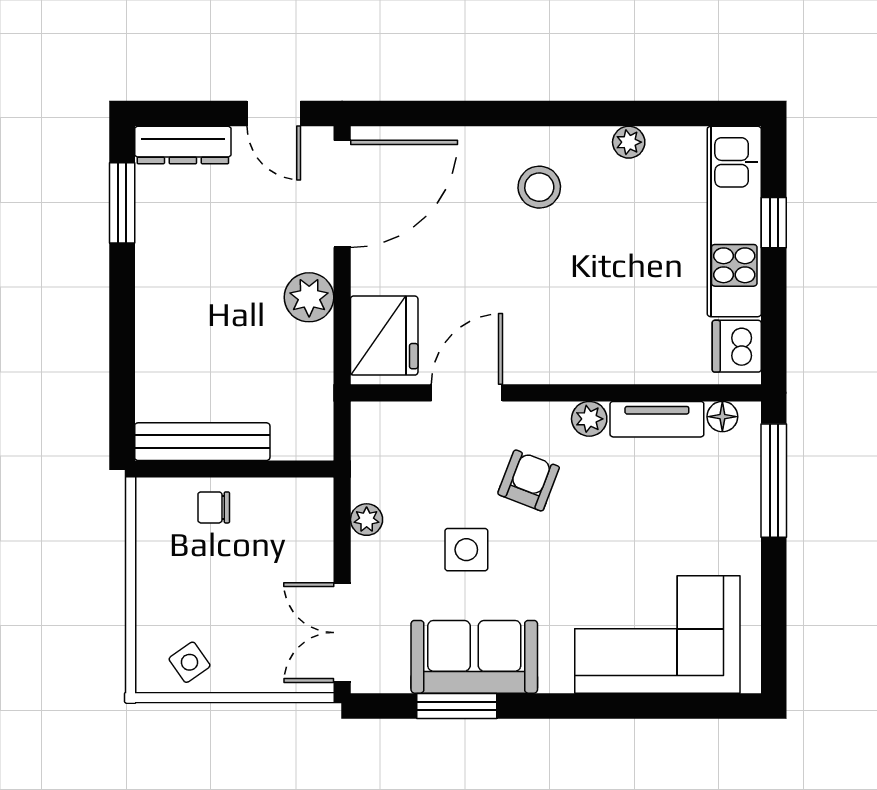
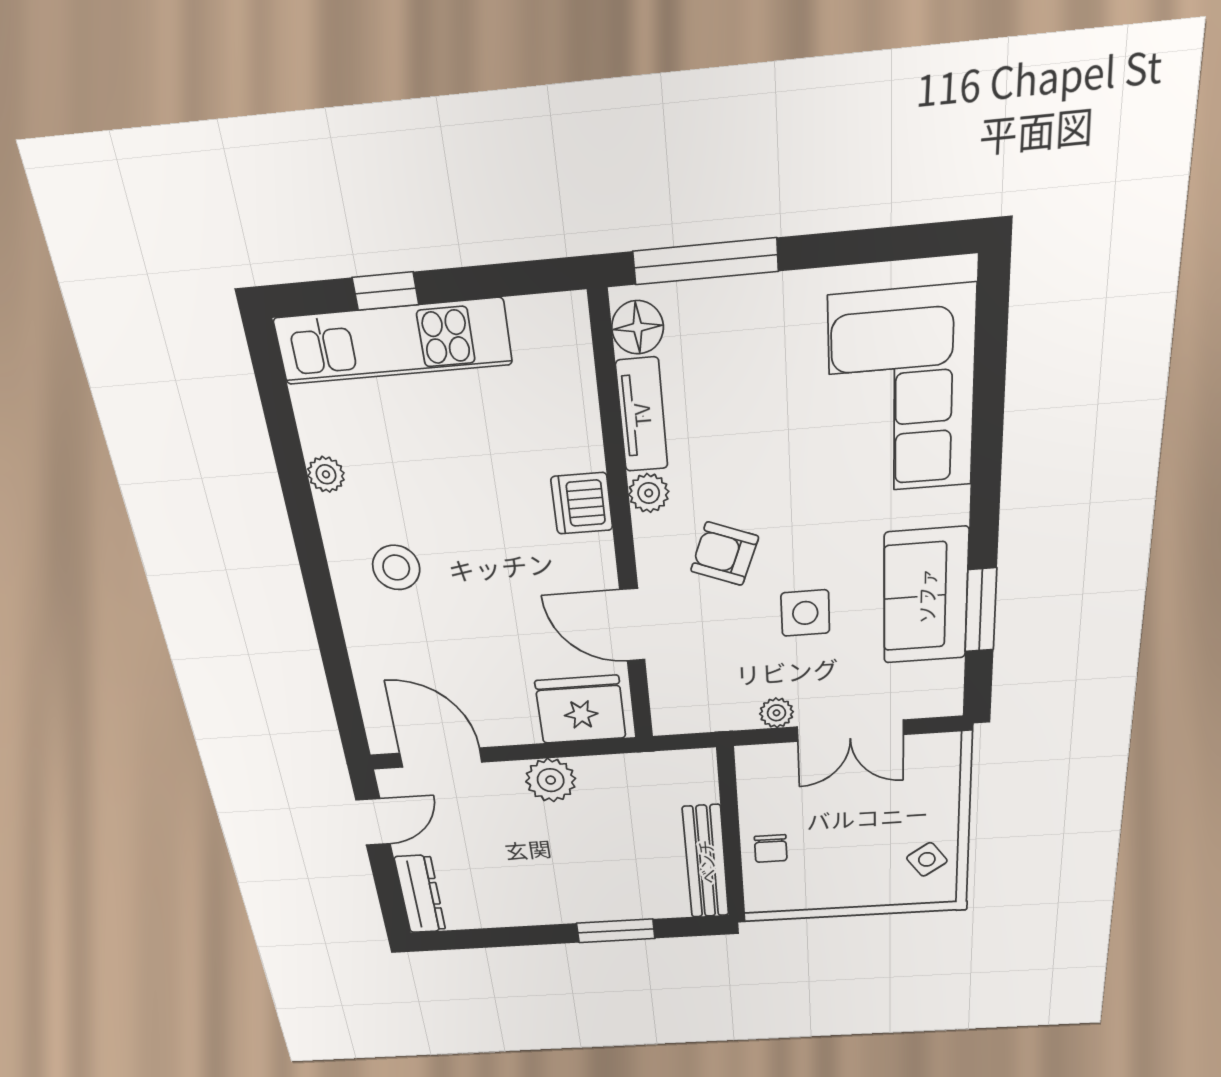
door: (342, 194) -> (441, 758), width x0.73
window: (122, 203) -> (616, 931), moved
dishwasher: (737, 346) -> (582, 503), moved, turned 90
floor lamp: (722, 417) -> (638, 327), width x1.37, depth x1.37
double door: (342, 633) -> (850, 731), moved

